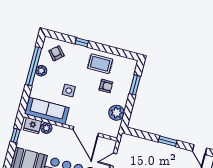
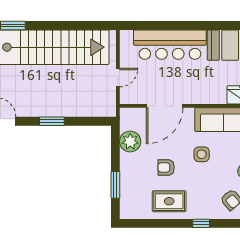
armchair: (106, 86) -> (166, 167), moved
plant: (46, 128) -> (218, 97), removed
door: (86, 131) -> (165, 106), swing flipped

